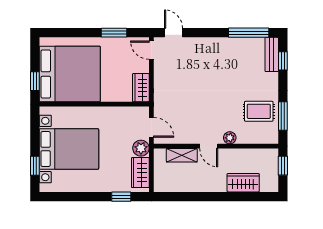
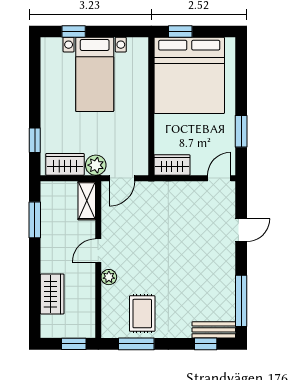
door: (174, 33) -> (241, 230), moved
bed with nightstands: (69, 149) -> (95, 74), width x0.73
shelving: (182, 155) -> (87, 201), moved
window: (184, 197) -> (35, 220), added

